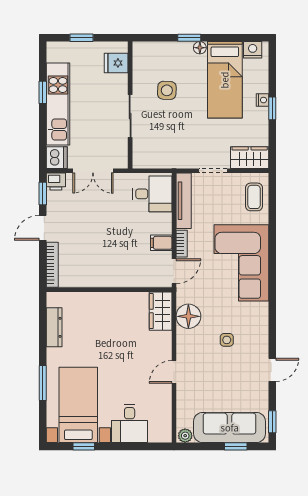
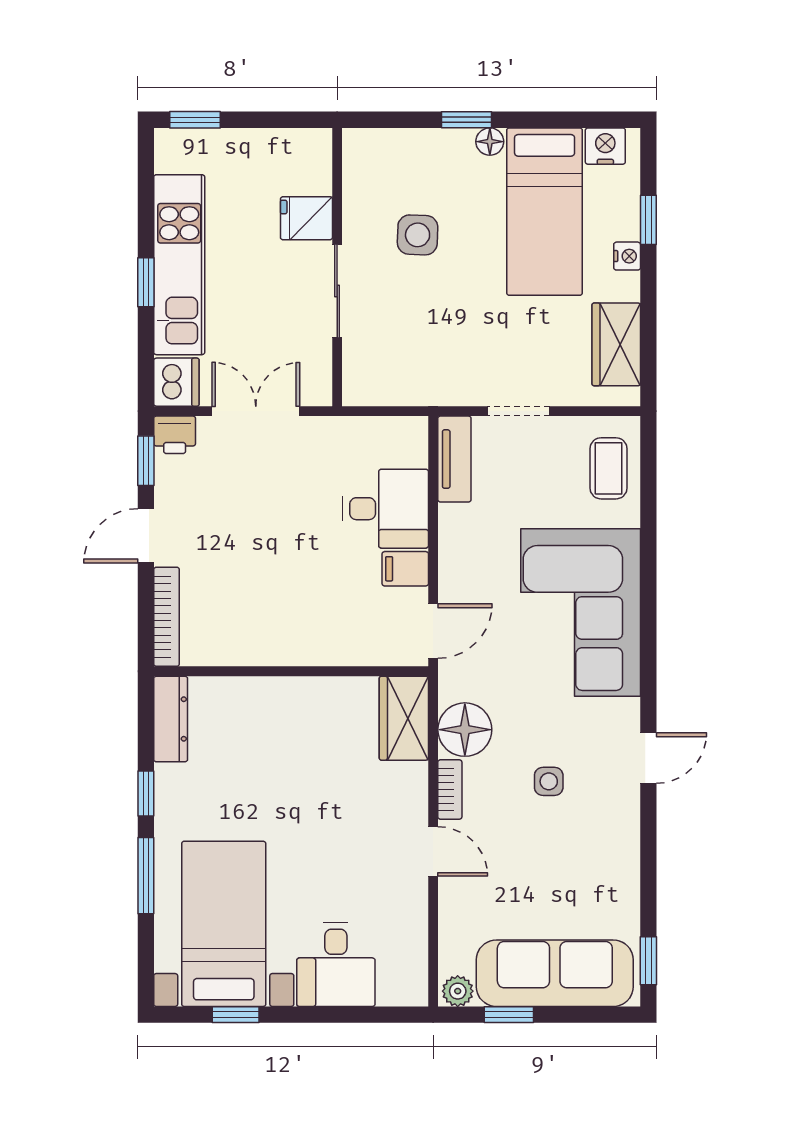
window: (82, 38) -> (195, 120), moved
fridge: (116, 63) -> (306, 218), moved
window: (43, 92) -> (146, 282), moved
window: (272, 108) -> (648, 220), moved
wardrobe: (250, 158) -> (616, 344), moved, turned -90
double door: (93, 171) -> (256, 411), swing flipped
desk: (152, 194) -> (386, 509), moved
tv unit: (184, 201) -> (454, 459), width x0.71
bookcase: (182, 244) -> (450, 789), moved
dresser: (54, 327) -> (171, 719), moved
window: (43, 345) -> (146, 793), added
door: (272, 370) -> (648, 758), moved
door: (174, 372) -> (433, 851), swing flipped
window: (236, 446) -> (509, 1015), moved

